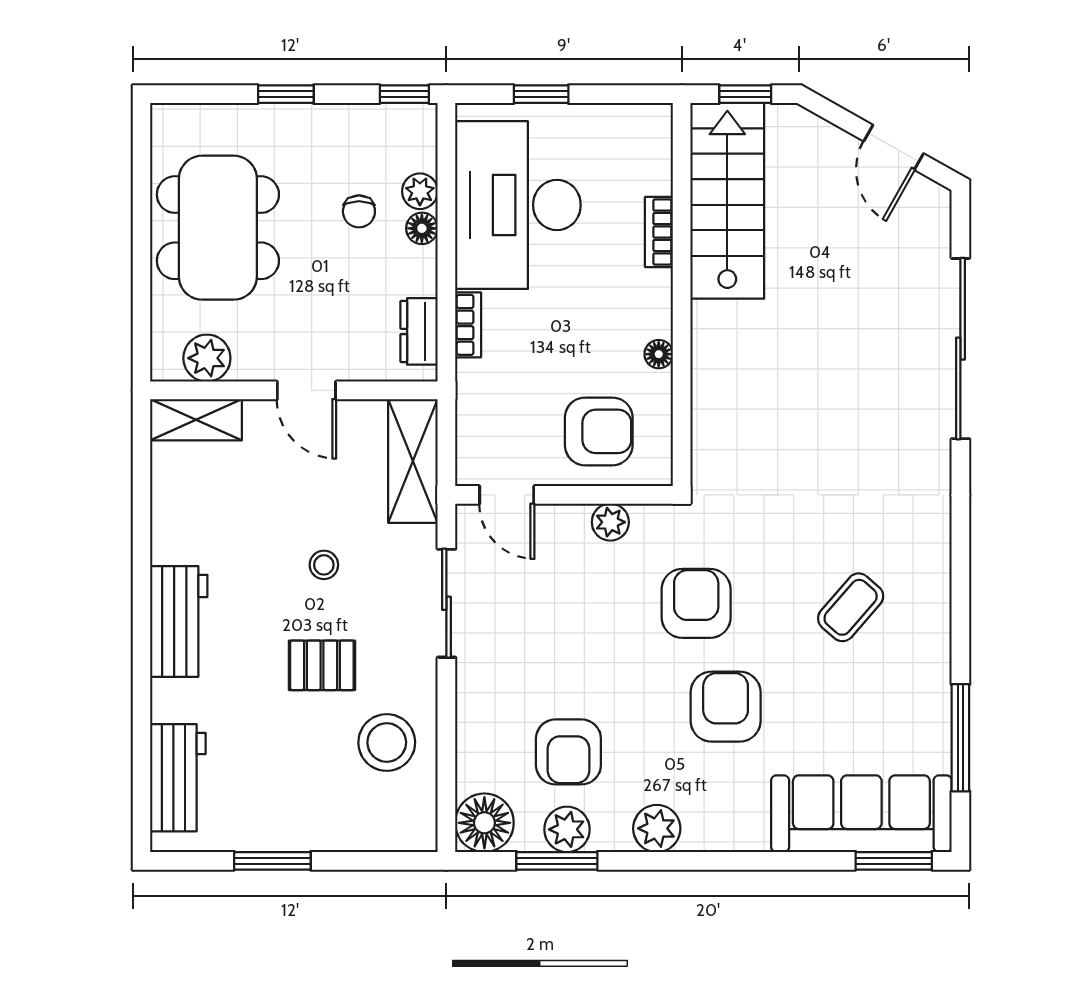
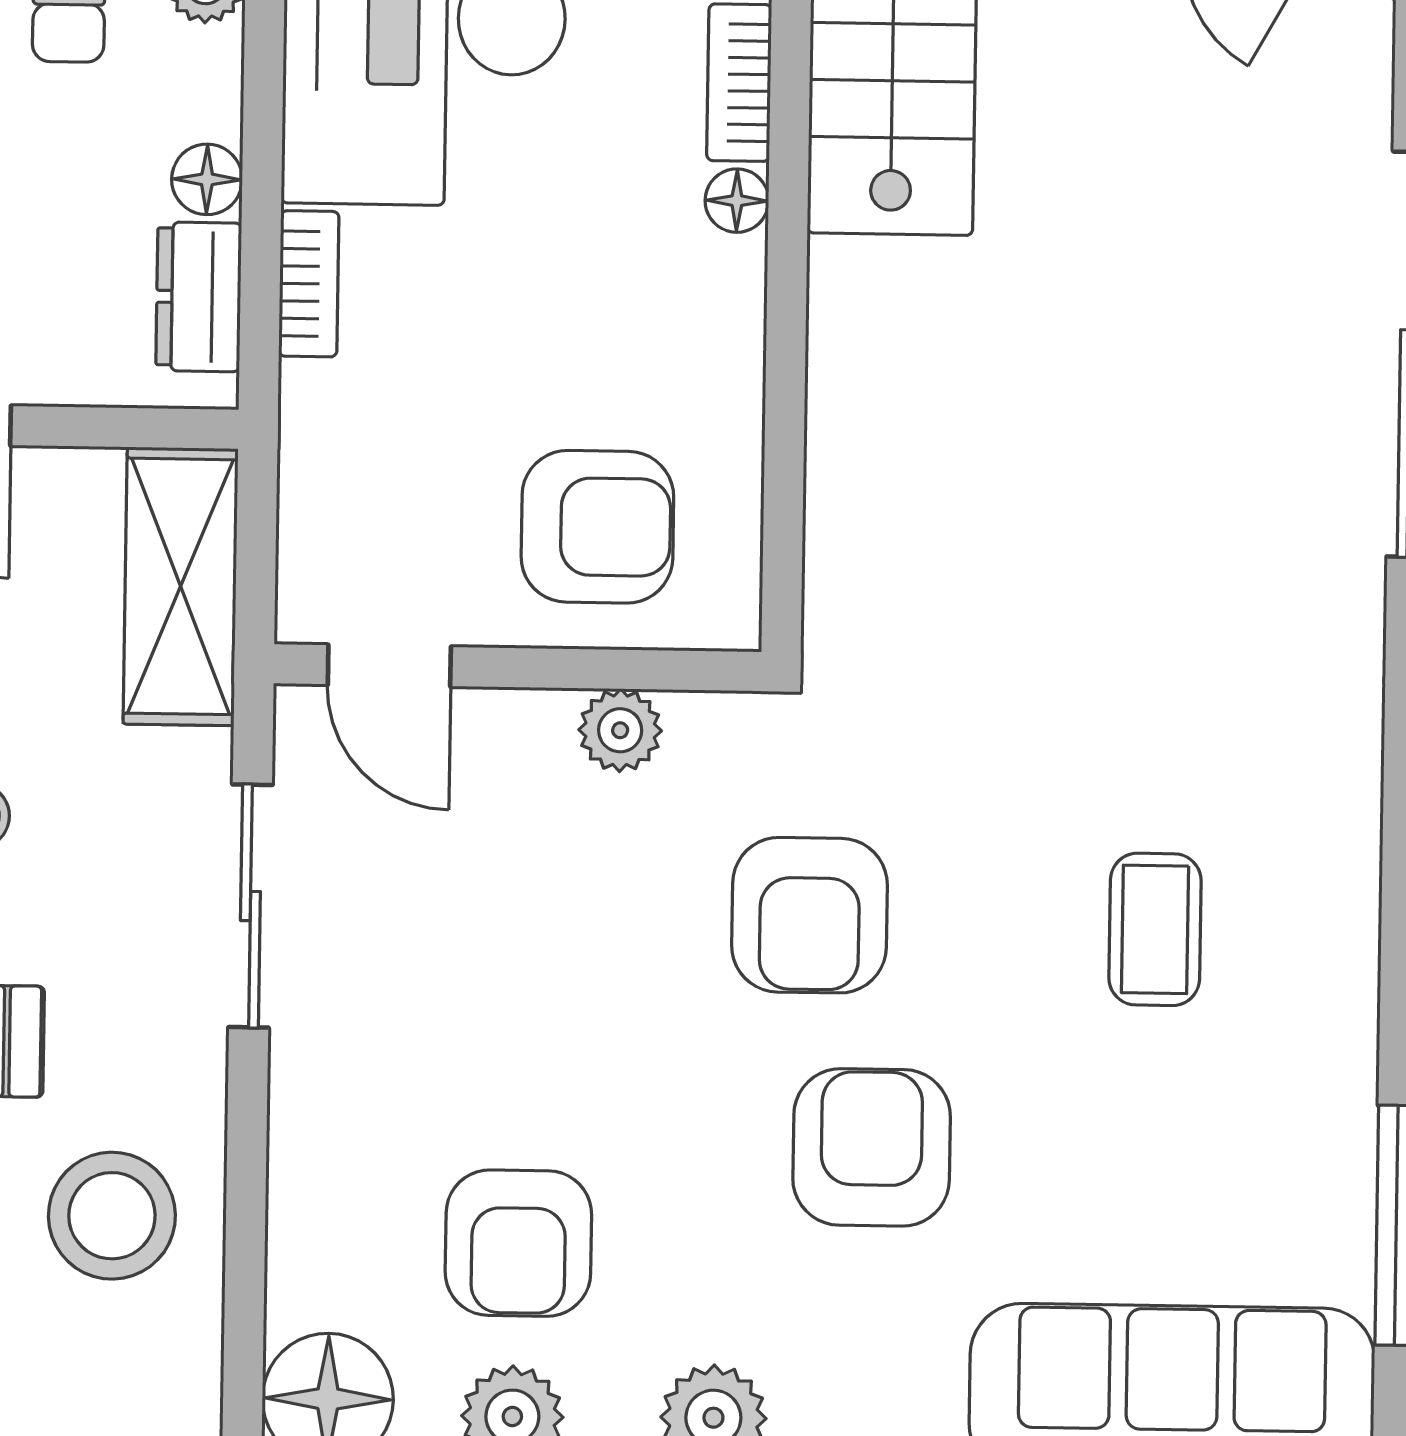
floor lamp: (422, 228) -> (207, 179), moved
floor lamp: (659, 354) -> (737, 201), moved
armchair: (696, 603) -> (809, 915), turned 180
coffee table: (851, 607) -> (1155, 929), turned -41

